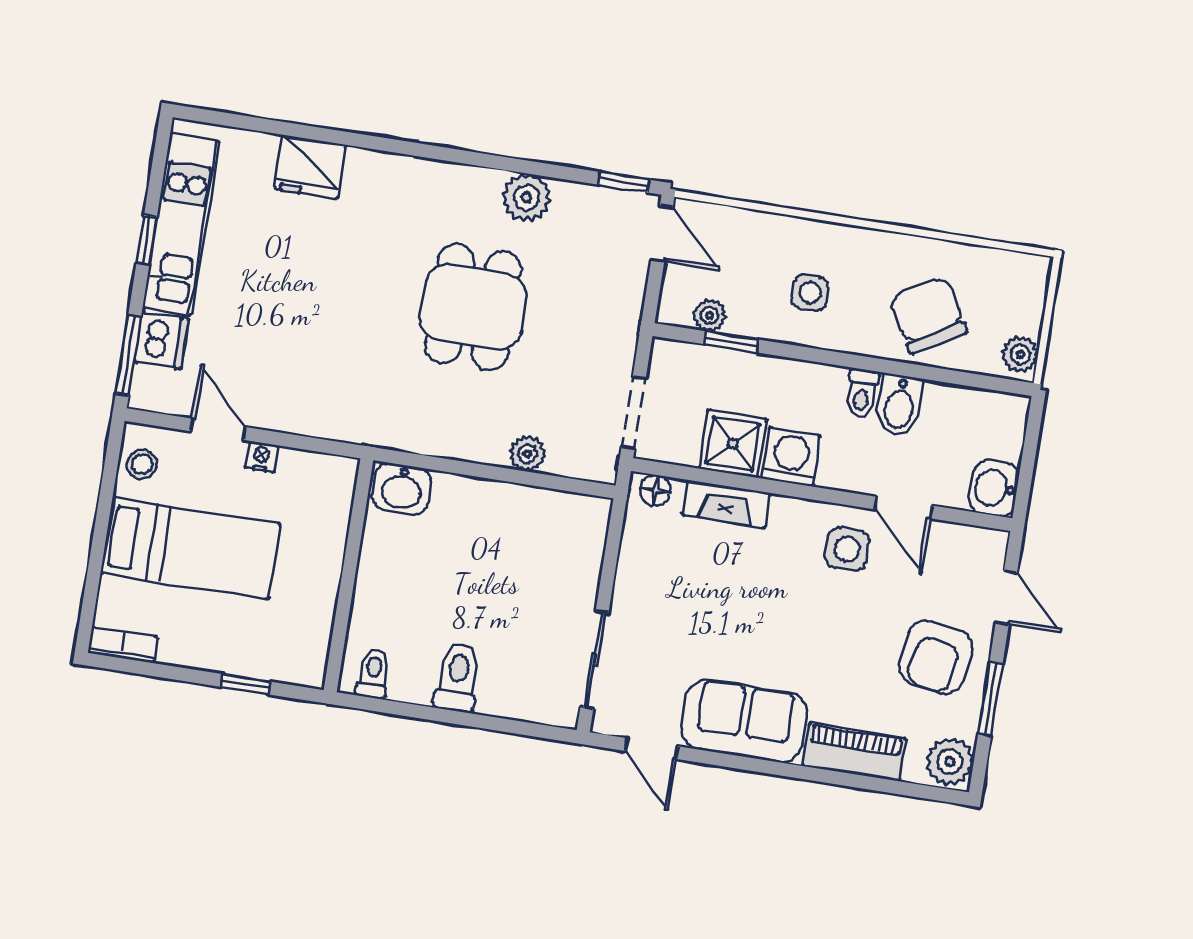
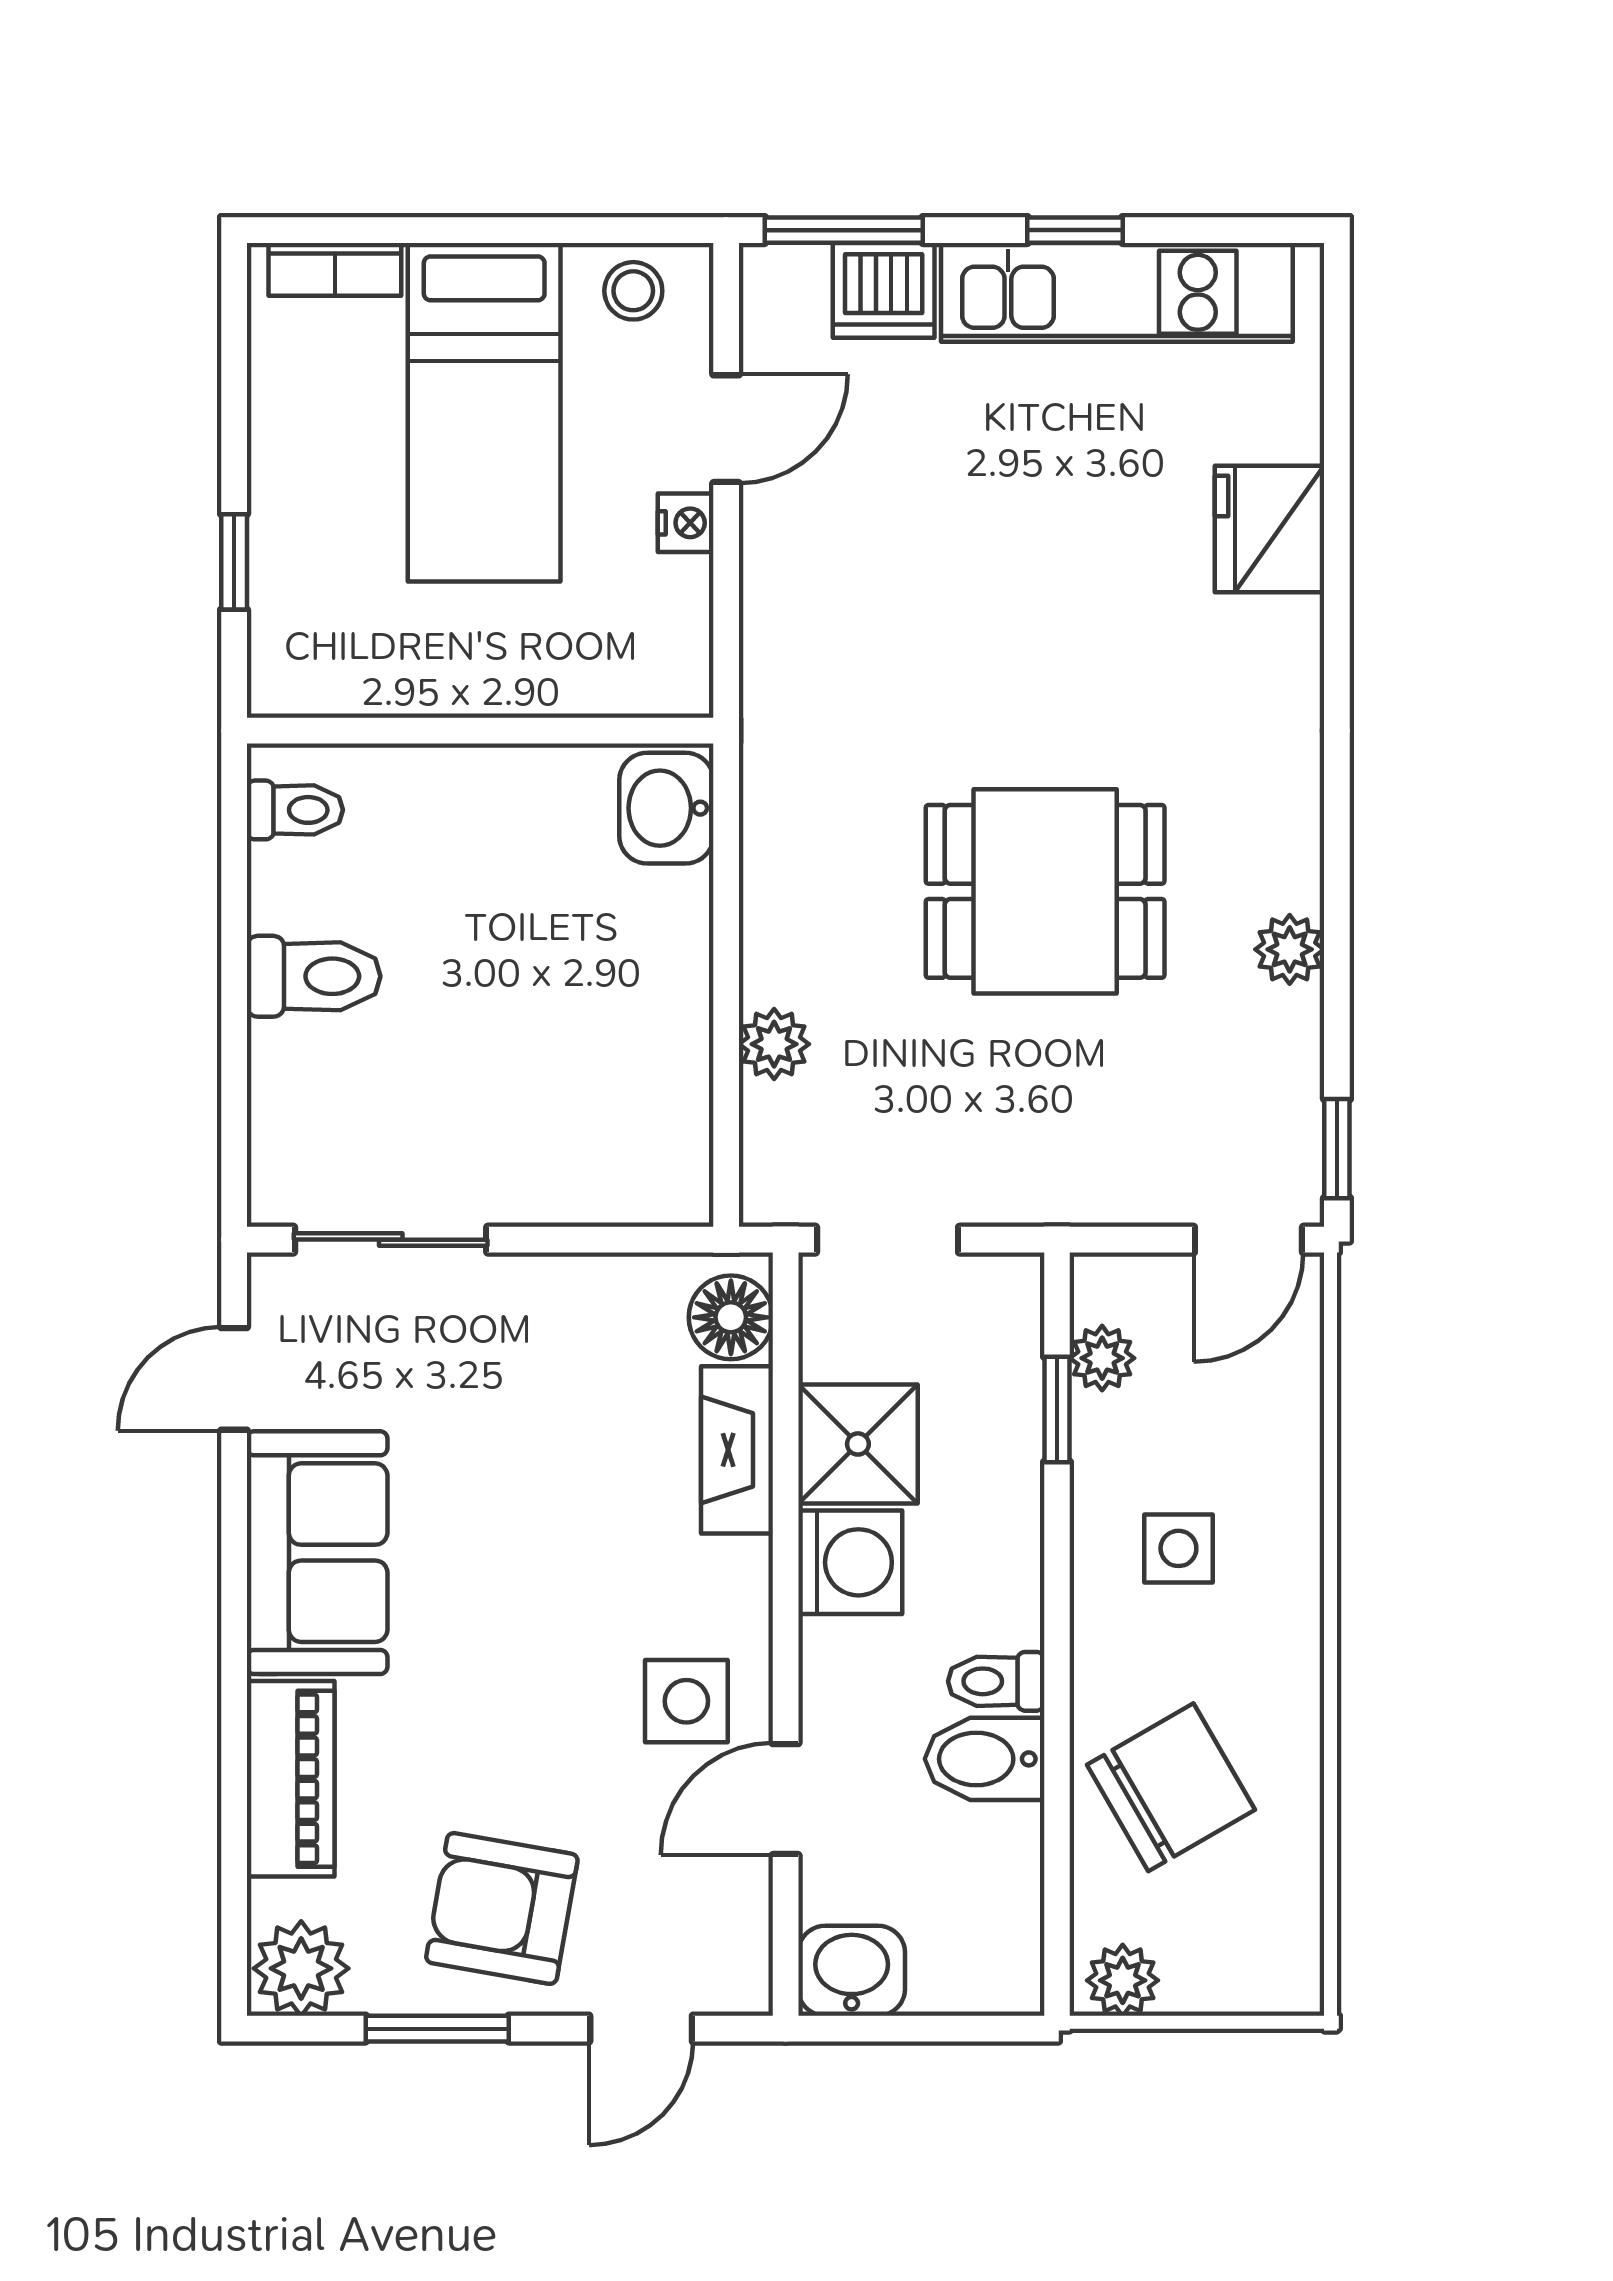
plant: (526, 198) -> (1290, 949), width x0.73, depth x0.73
floor lamp: (655, 490) -> (731, 1317), width x1.37, depth x1.37
bookcase: (123, 645) -> (335, 269), moved, turned 90

